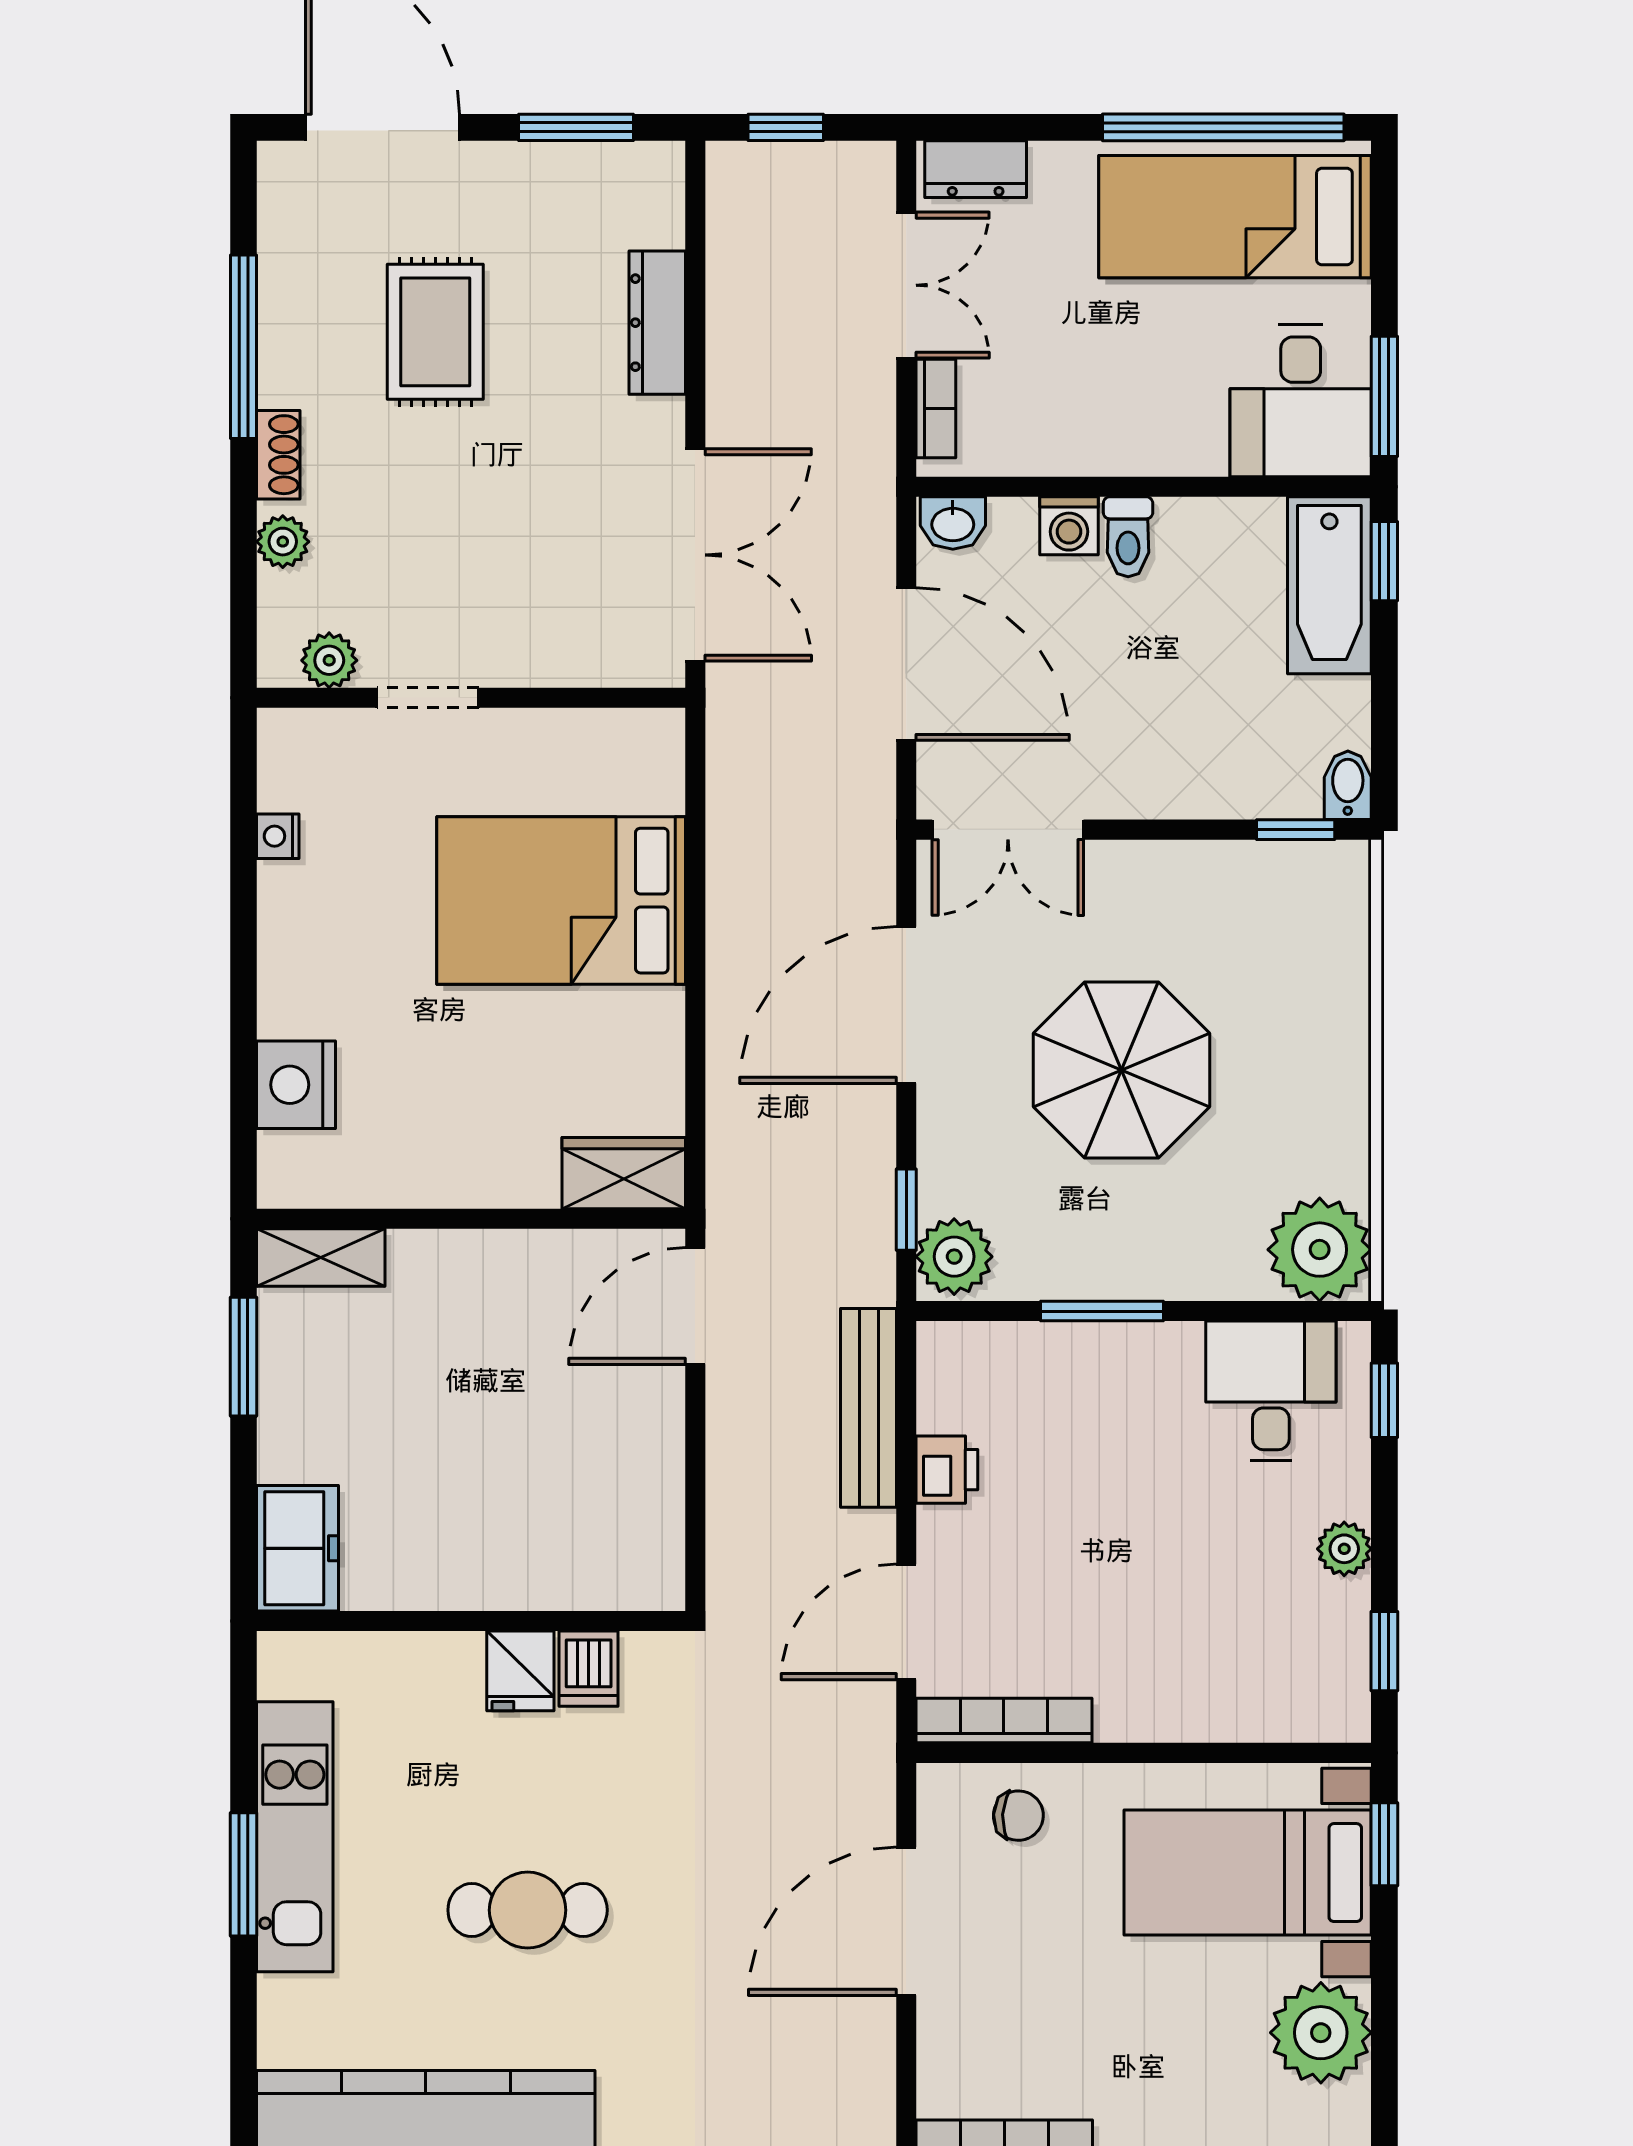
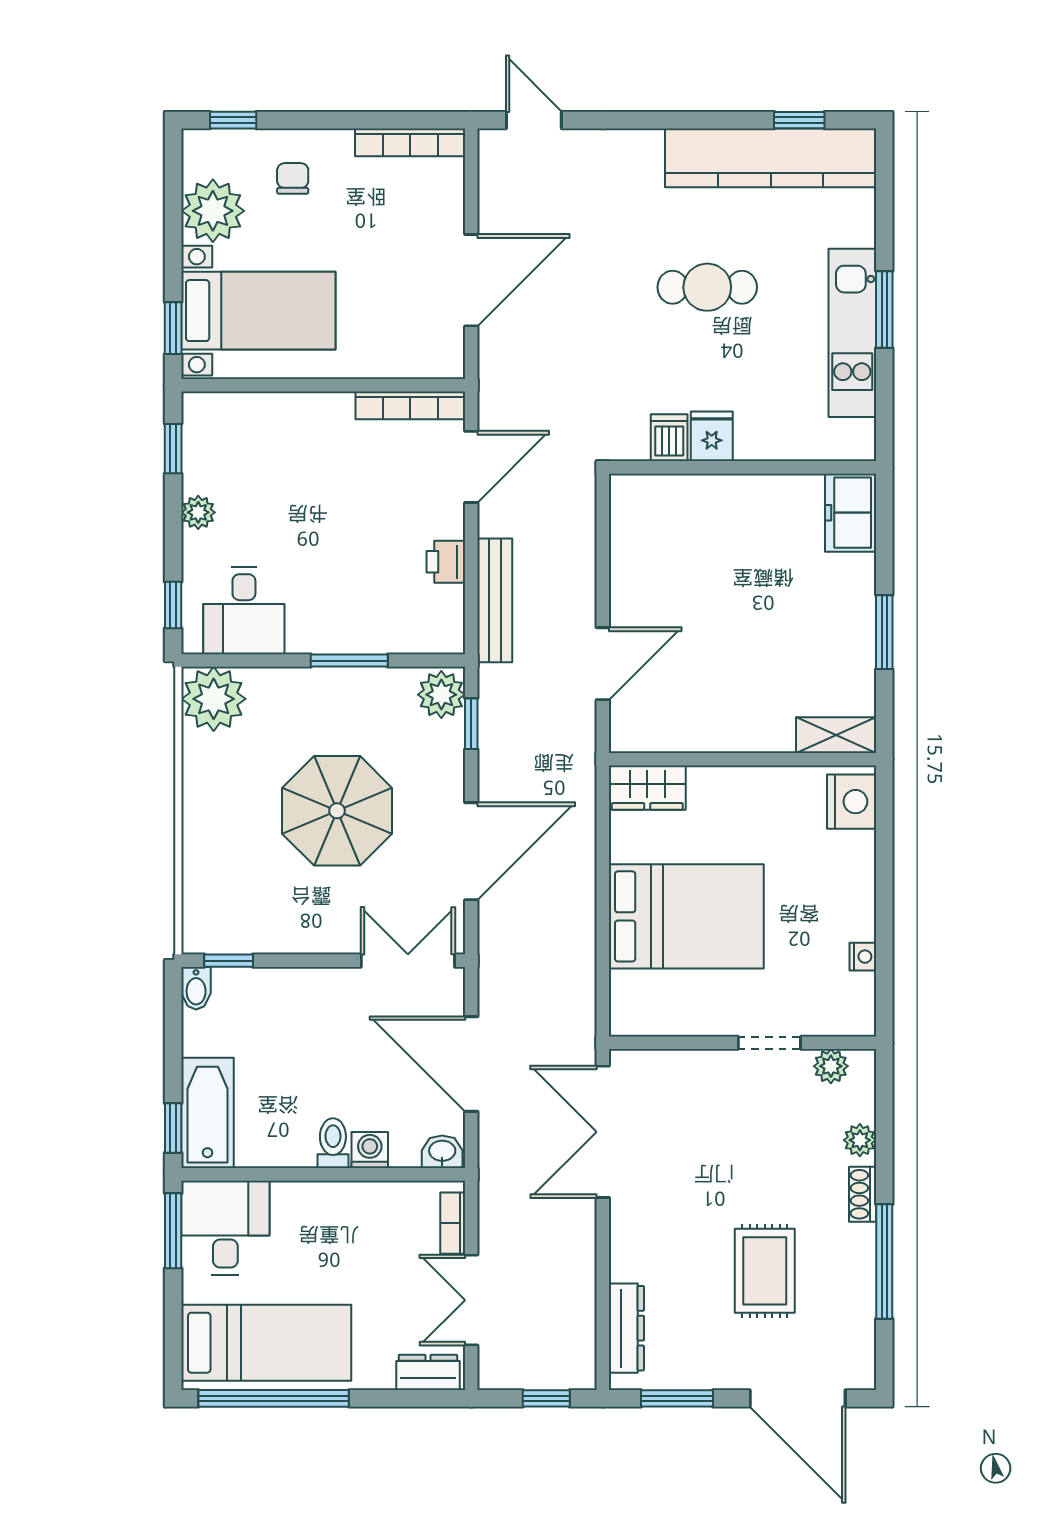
dresser: (657, 323) -> (626, 1328), moved
wardrobe: (624, 1173) -> (647, 788), moved
wall: (471, 1219) -> (742, 759), moved
shelving: (321, 1257) -> (836, 735), moved
chair: (1018, 1816) -> (293, 178), moved, turned 87

